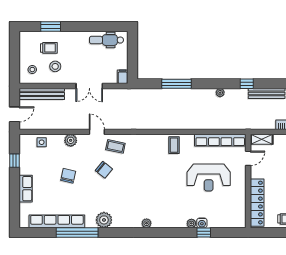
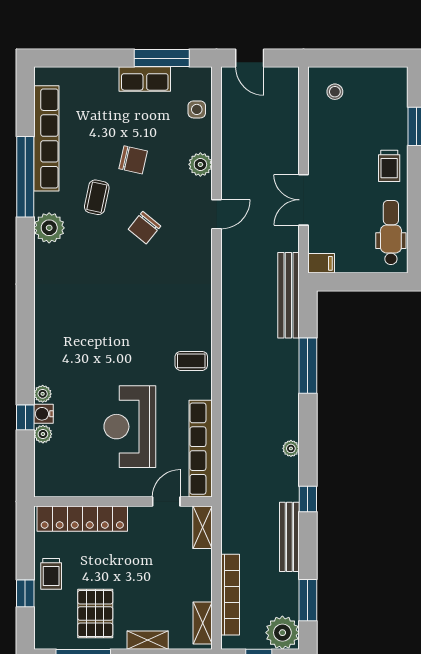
trolley: (49, 48) -> (389, 166), moved
stool: (55, 66) -> (341, 135), removed
bench: (42, 94) -> (288, 295), moved
coffee table: (115, 146) -> (97, 197), moved
door: (248, 158) -> (166, 502), swing flipped
window: (15, 161) -> (162, 58), width x2.17
row of seats: (26, 189) -> (145, 79), moved
plant: (147, 223) -> (43, 434), moved

